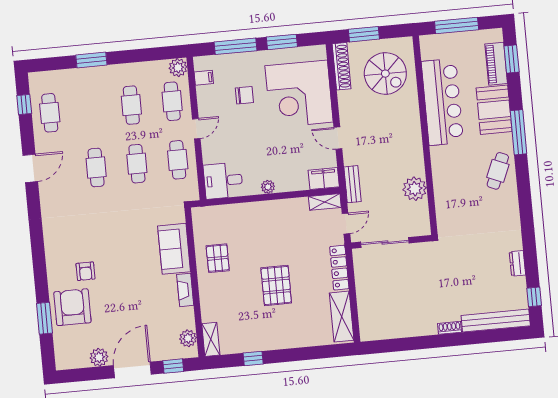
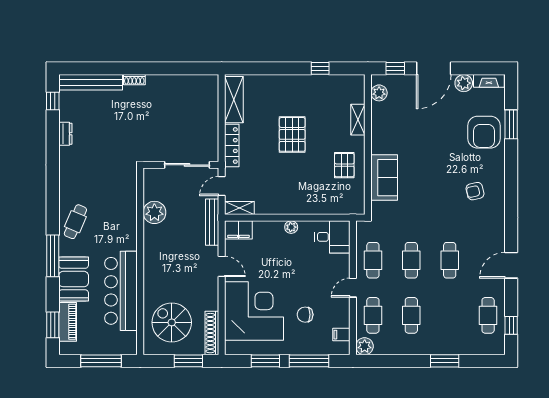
bench: (352, 184) -> (212, 222), width x1.36
armchair: (85, 271) -> (475, 191), moved, turned -103
fireplace: (185, 290) -> (489, 81), moved, turned 90
shelving: (211, 339) -> (358, 120), moved

